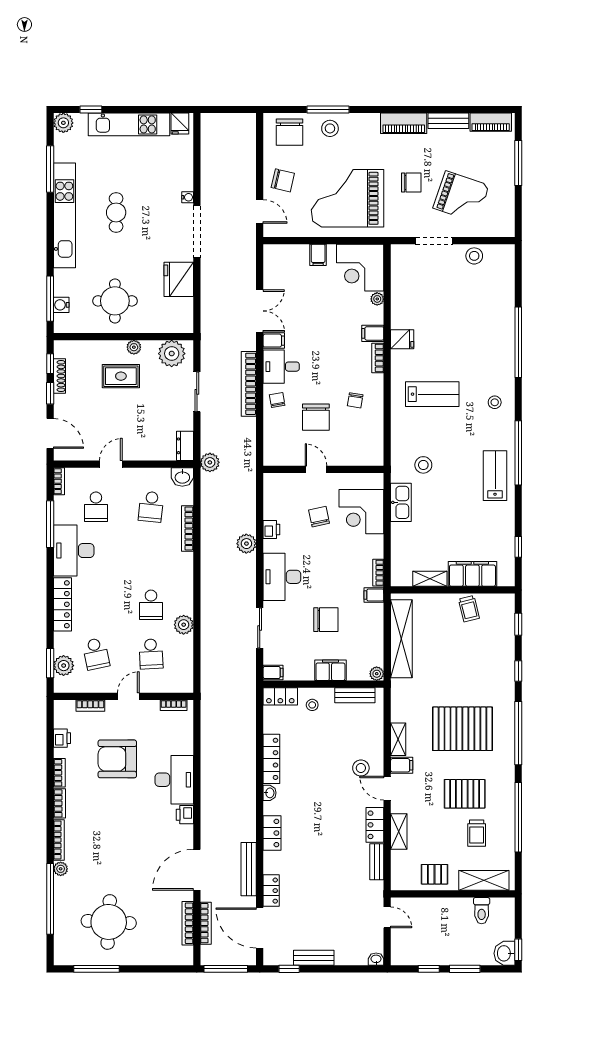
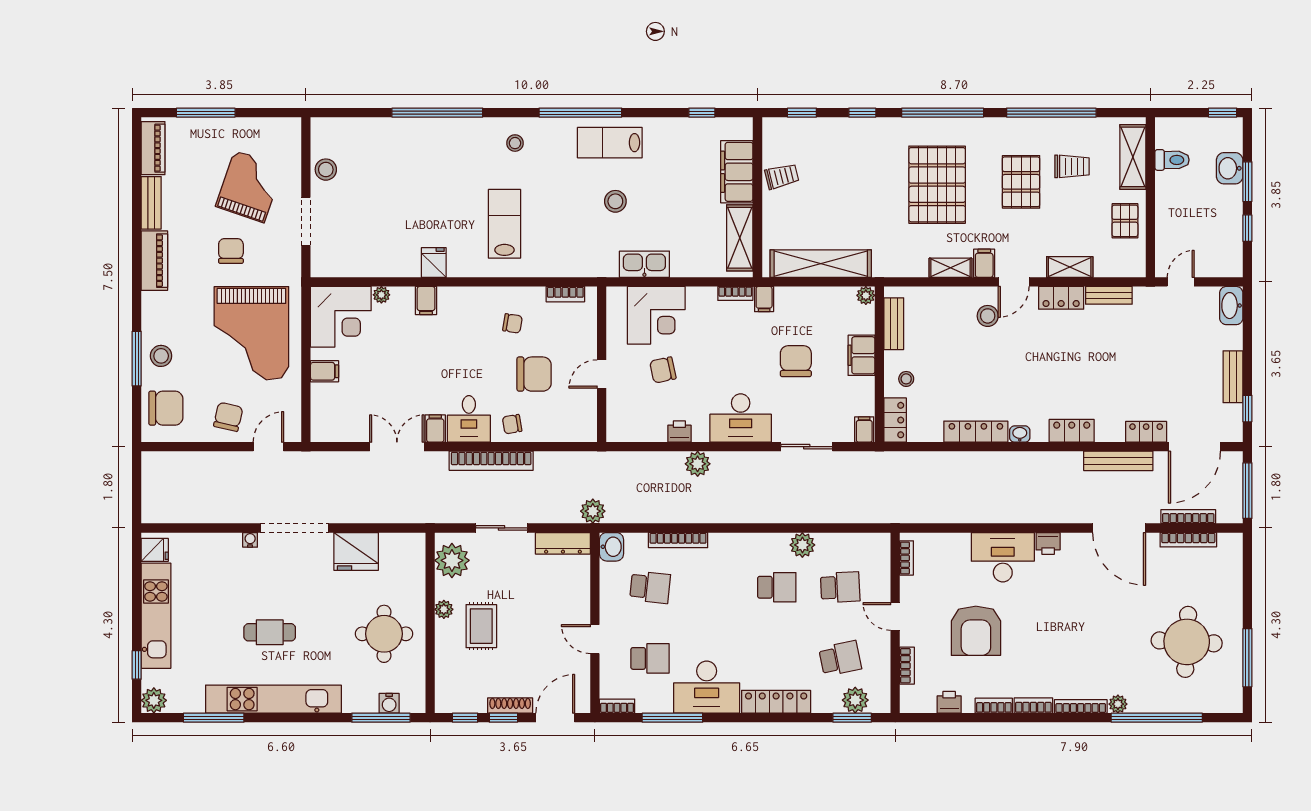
bookcase: (378, 358) -> (565, 294), moved
shoe rack: (59, 376) -> (510, 705), moved
dresser: (185, 446) -> (563, 543), width x1.44
stool: (423, 465) -> (615, 201), moved
shelving: (430, 579) -> (740, 238), width x1.50, depth x1.33
washbasin: (504, 953) -> (1230, 168), moved, turned 90
washbasin: (376, 959) -> (1231, 306), width x1.91, depth x1.45

